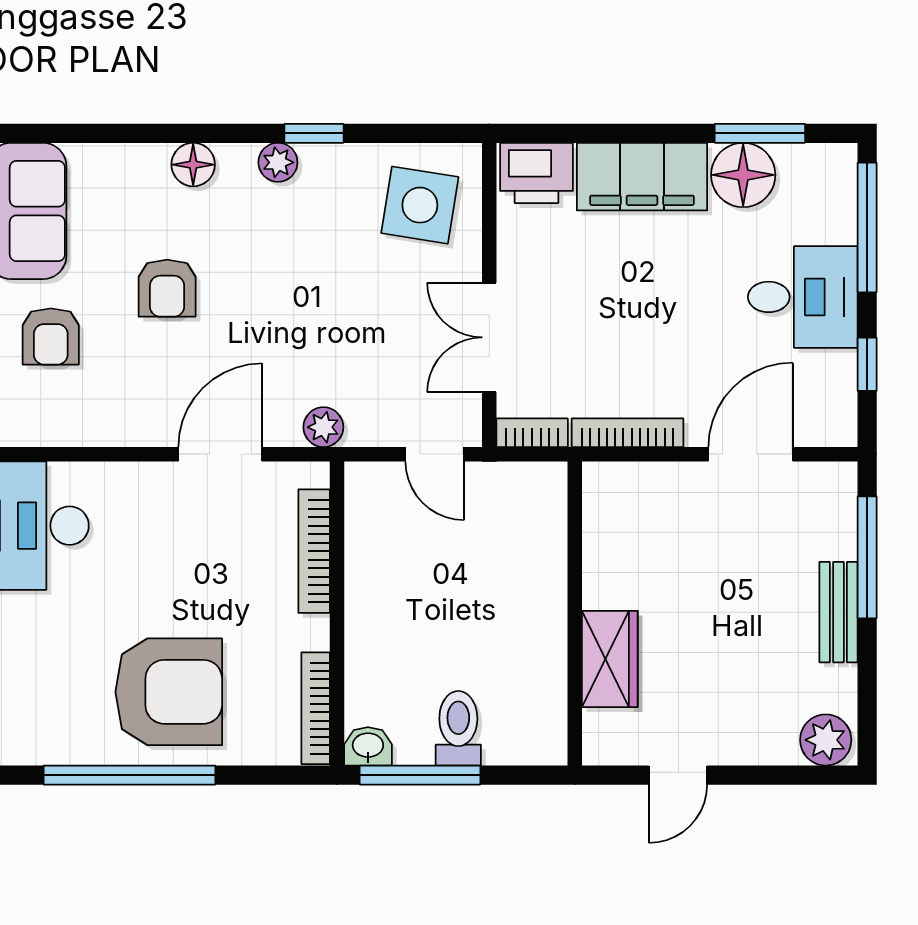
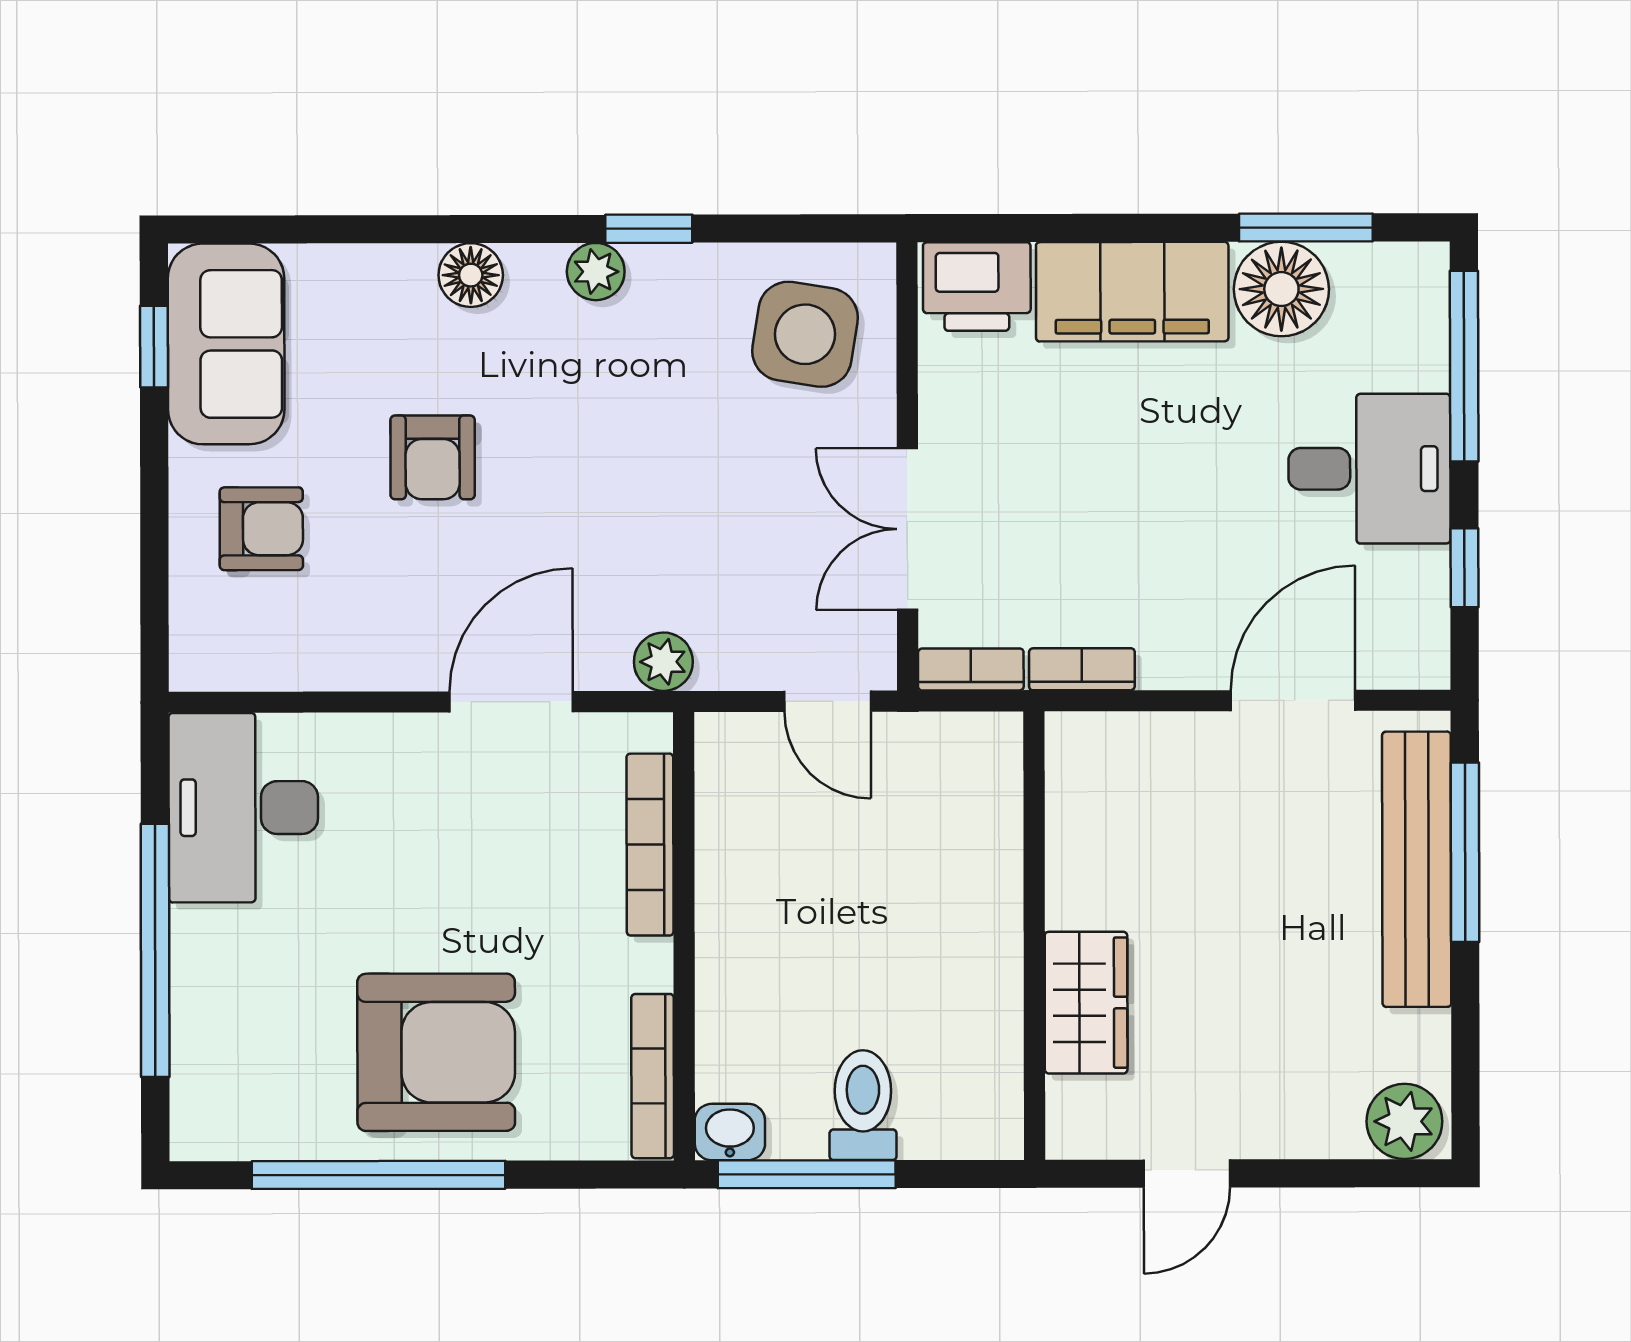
armchair: (51, 336) -> (261, 529), turned -90
bookcase: (627, 433) -> (1082, 669), width x0.64
bench: (838, 612) -> (1417, 869), width x1.86, depth x1.21

